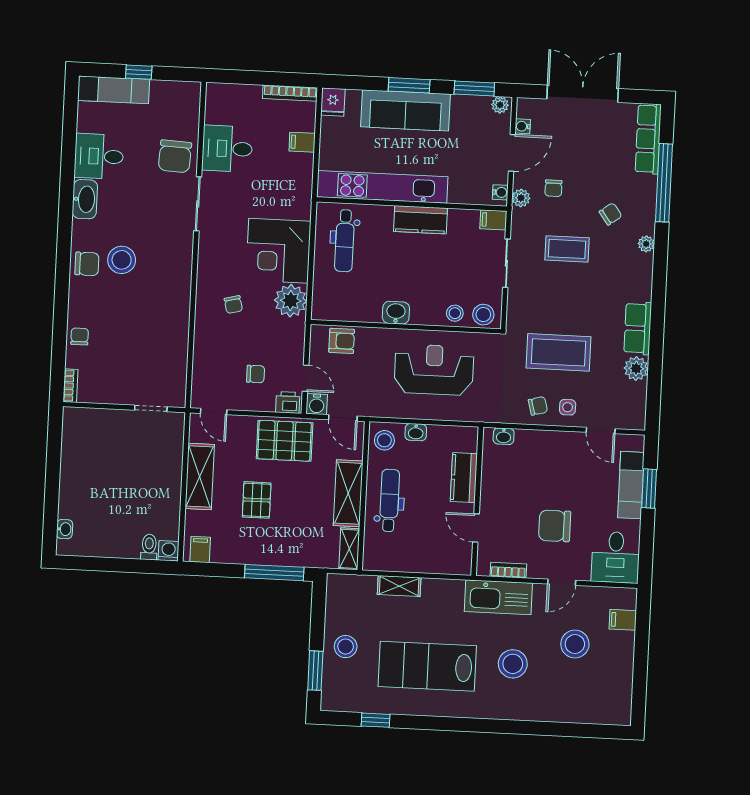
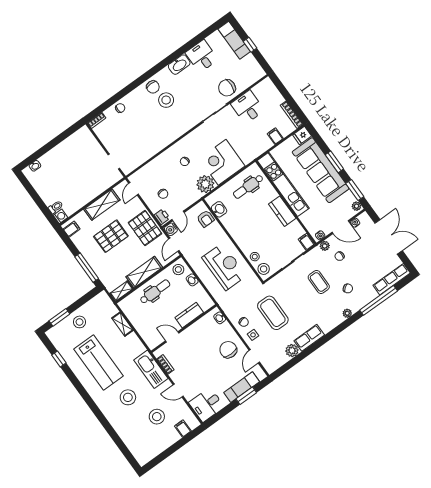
sofa: (406, 110) -> (321, 170), width x1.36, depth x1.27
washbasin: (396, 313) -> (219, 209), moved
pallet: (257, 500) -> (111, 236), width x1.50, depth x1.42
chair: (555, 526) -> (228, 350), moved
door: (476, 528) -> (172, 337), hinge flipped
lab bench: (427, 666) -> (98, 363), turned 180

